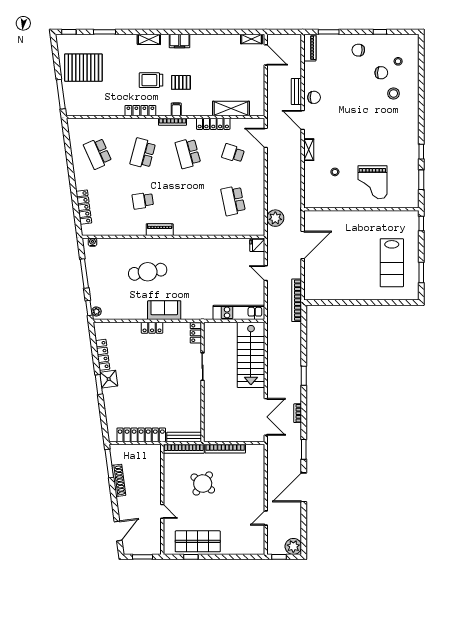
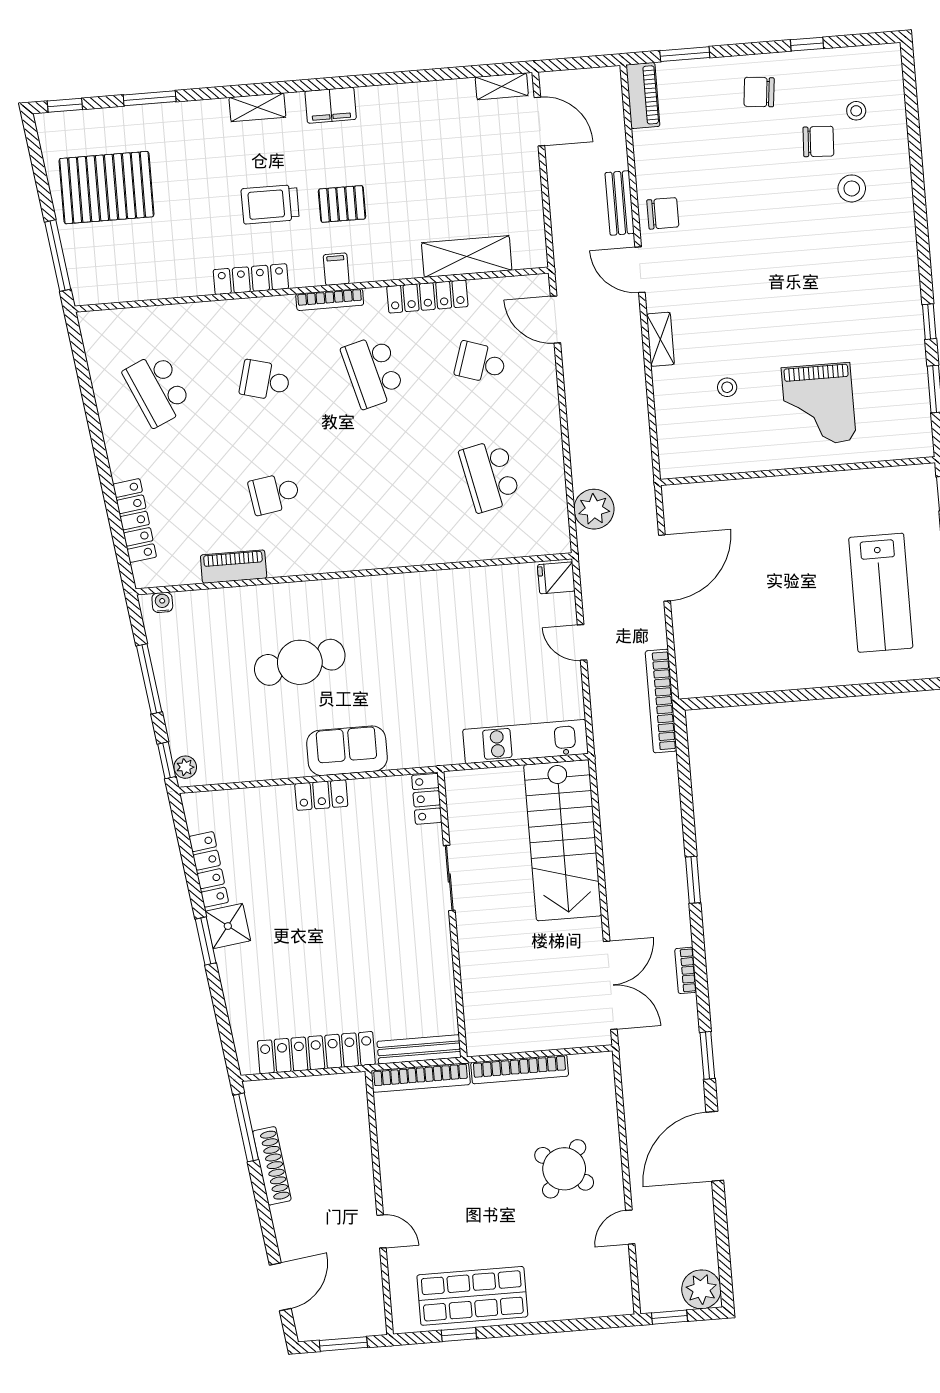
school desk: (143, 153) -> (265, 380), width x0.54
piano: (160, 230) -> (234, 567), moved
round table: (203, 483) -> (564, 1169), moved

